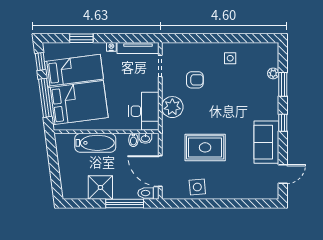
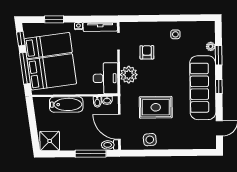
armchair: (195, 80) -> (147, 52), turned -90
sofa: (266, 142) -> (203, 88), width x1.85, depth x1.27
shower: (100, 187) -> (50, 141), moved

